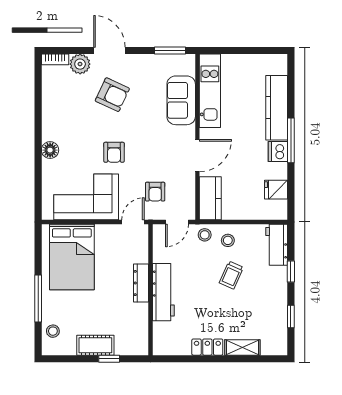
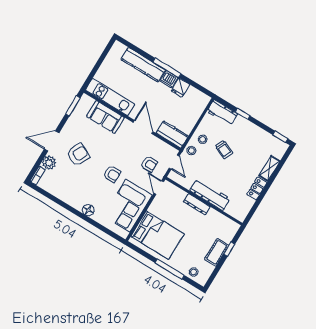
fridge: (276, 190) -> (180, 88), moved
window: (291, 317) -> (280, 137), moved

